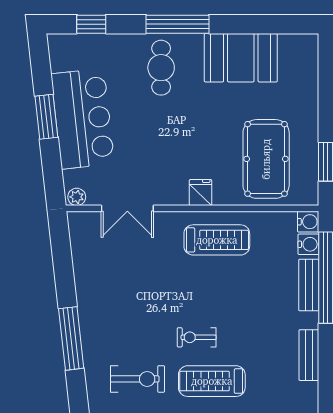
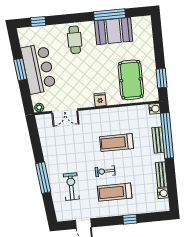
window: (177, 24) -> (110, 15), moved
treadmill: (217, 240) -> (117, 143), moved, turned 180
water cooler: (308, 244) -> (163, 193), moved
exercise bike: (137, 379) -> (71, 187), moved, turned -90

